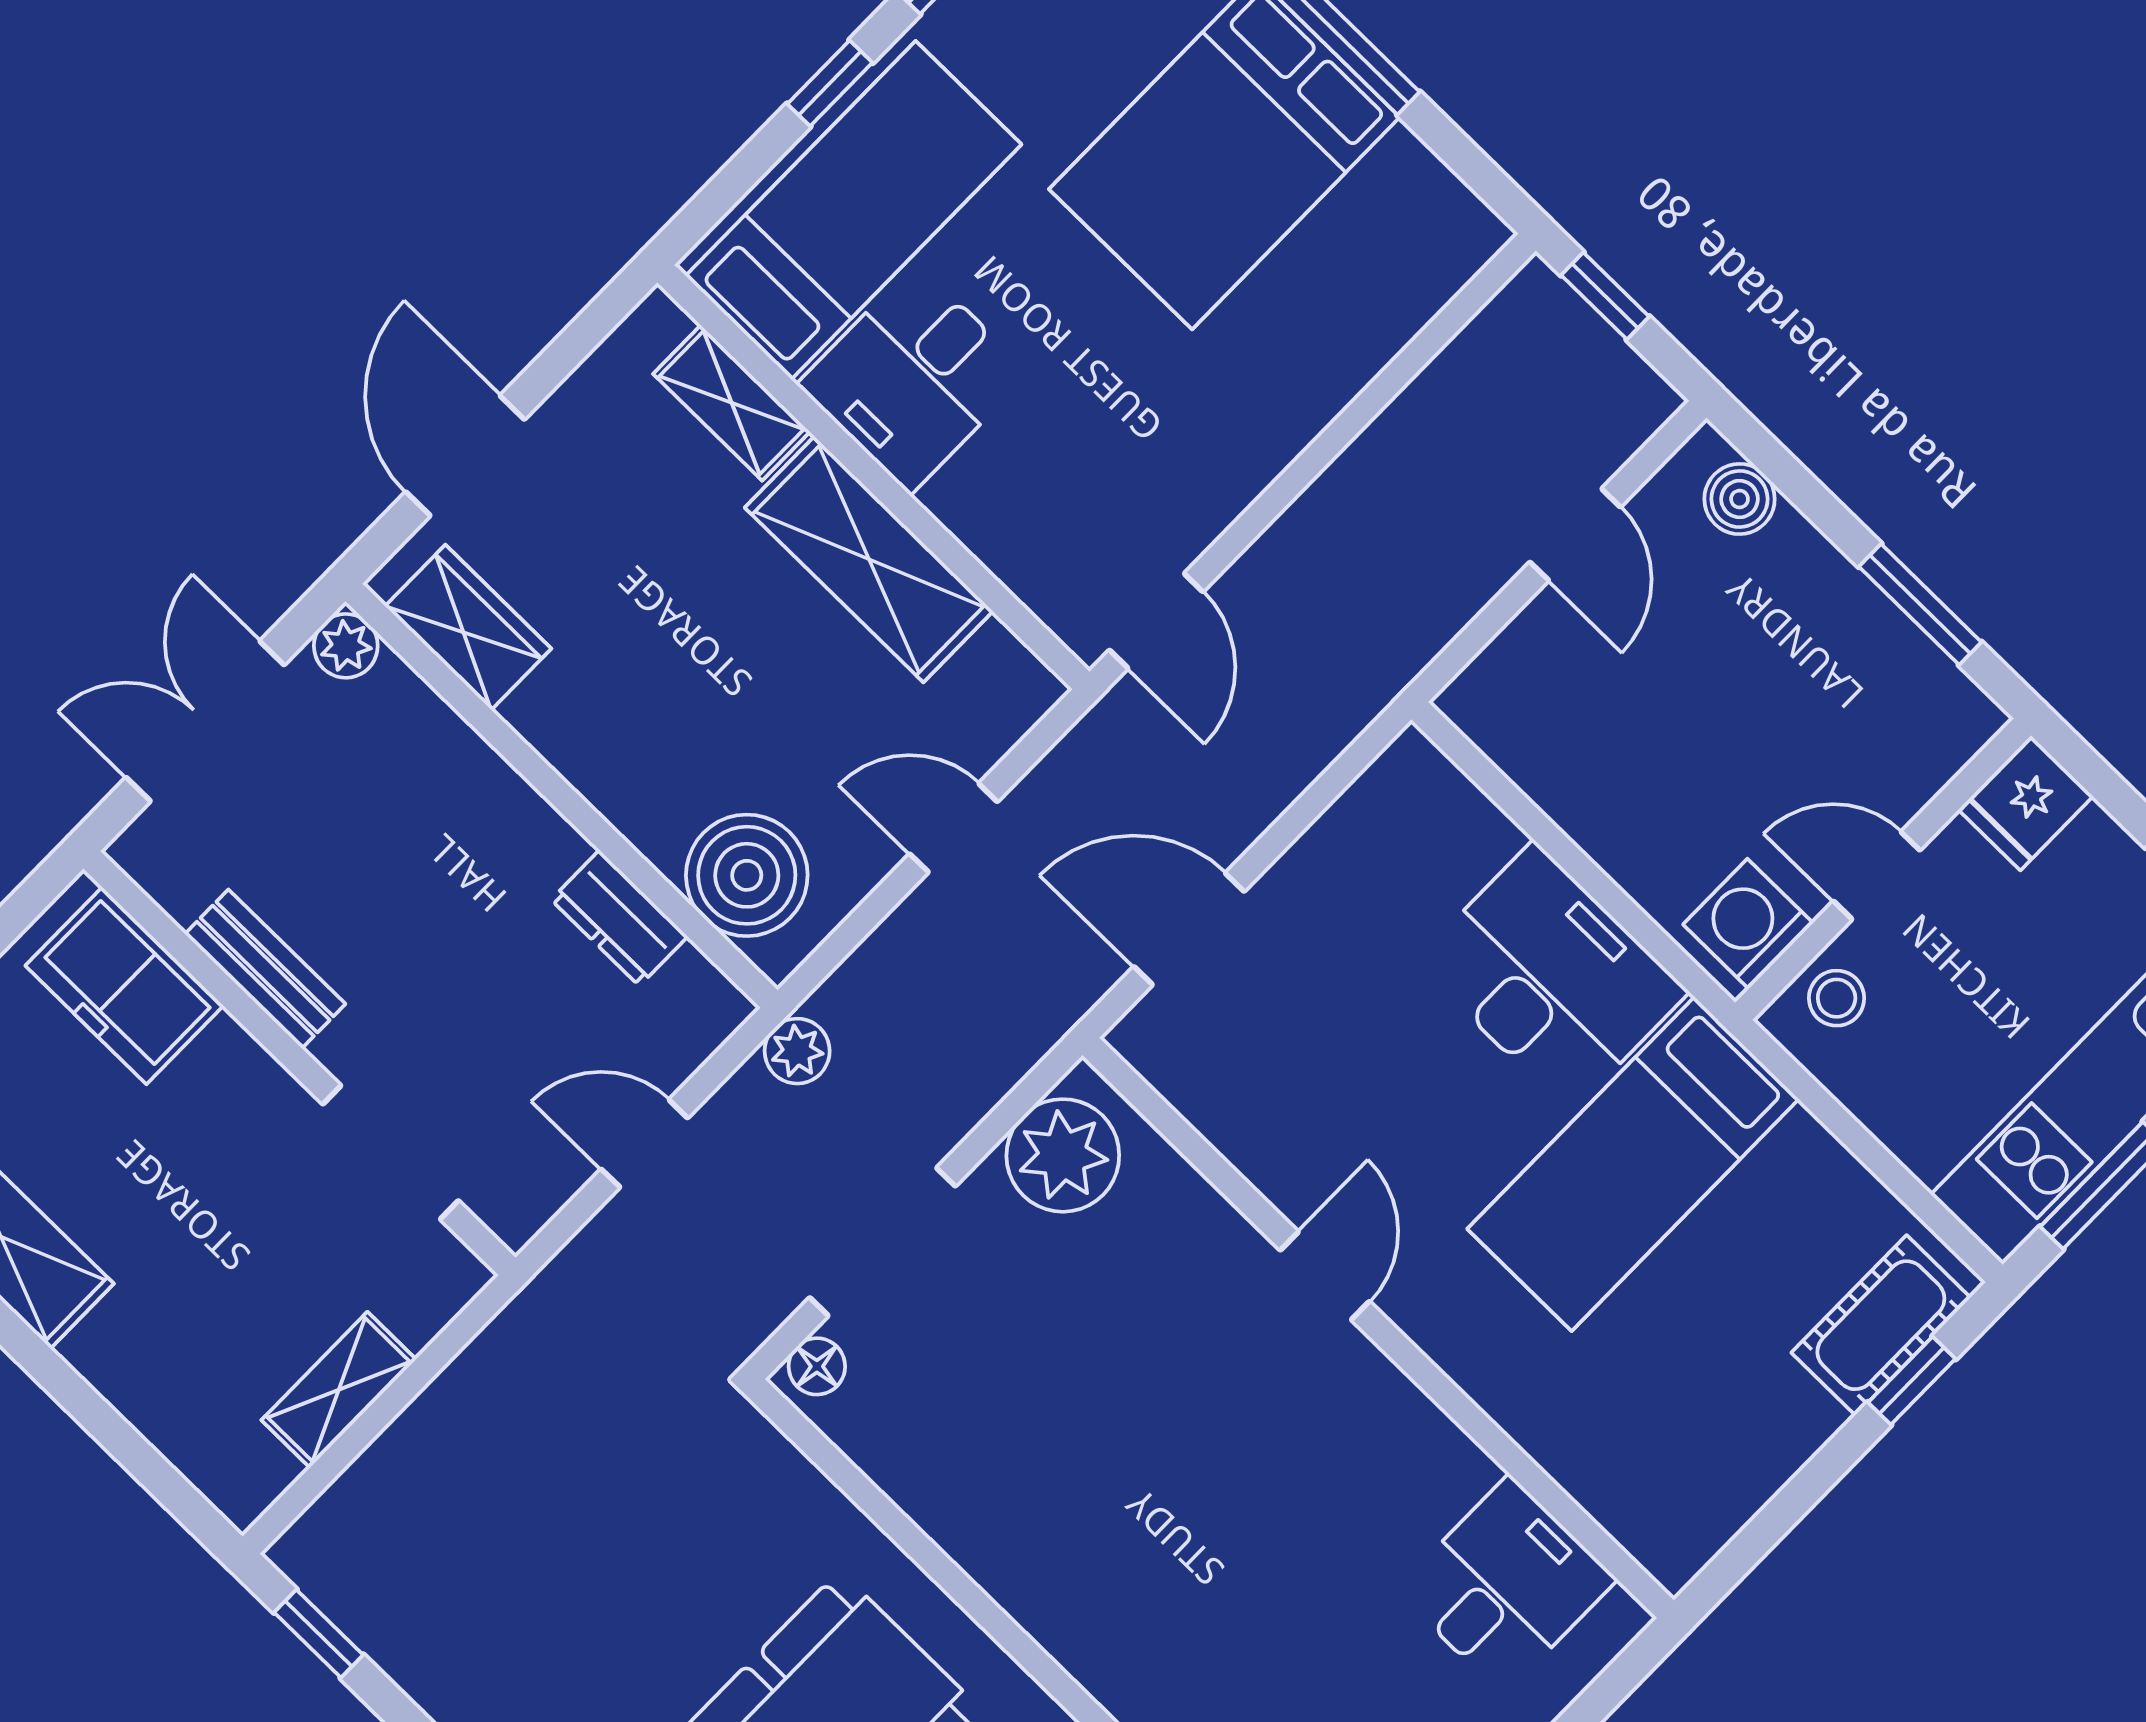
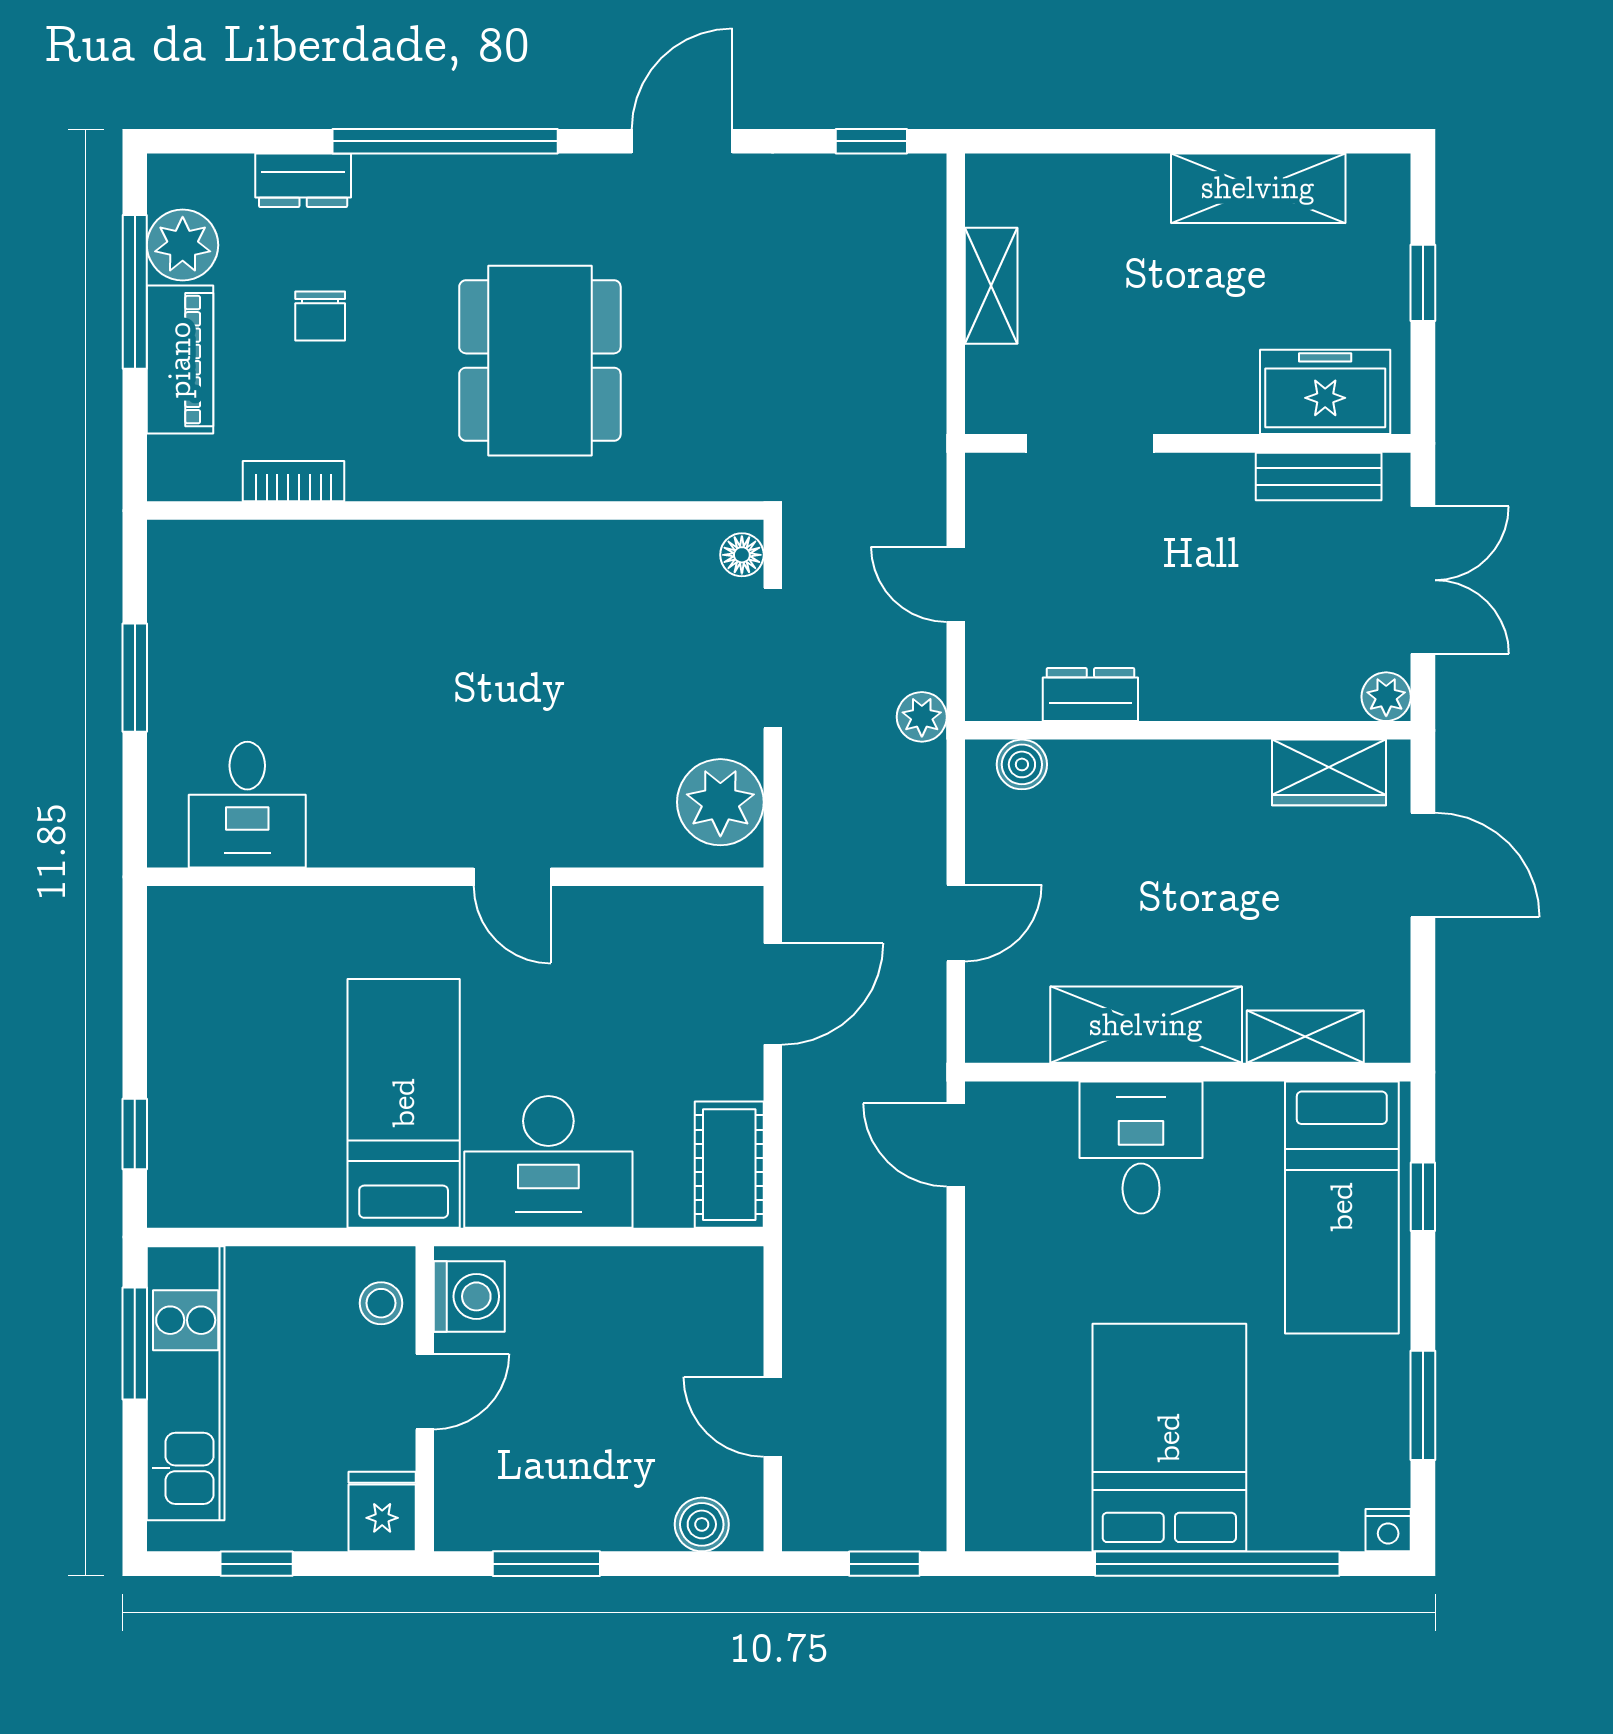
window: (830, 83) -> (1423, 1197), moved
desk: (913, 378) -> (1141, 1147), moved
boiler: (747, 875) -> (1022, 764), width x0.54, depth x0.54
bench: (265, 969) -> (1319, 477), moved
door: (644, 1143) -> (956, 584), swing flipped
cot: (1881, 1325) -> (729, 1165), moved

